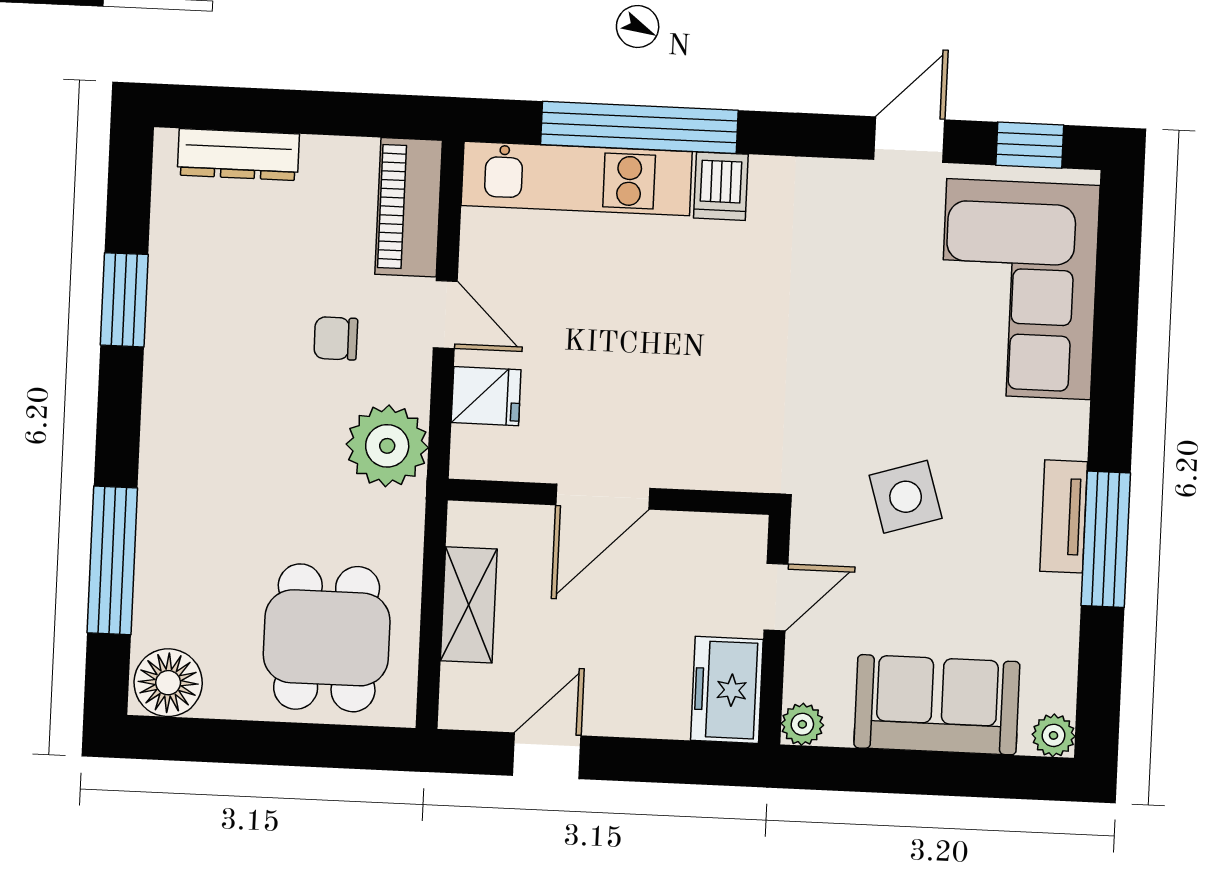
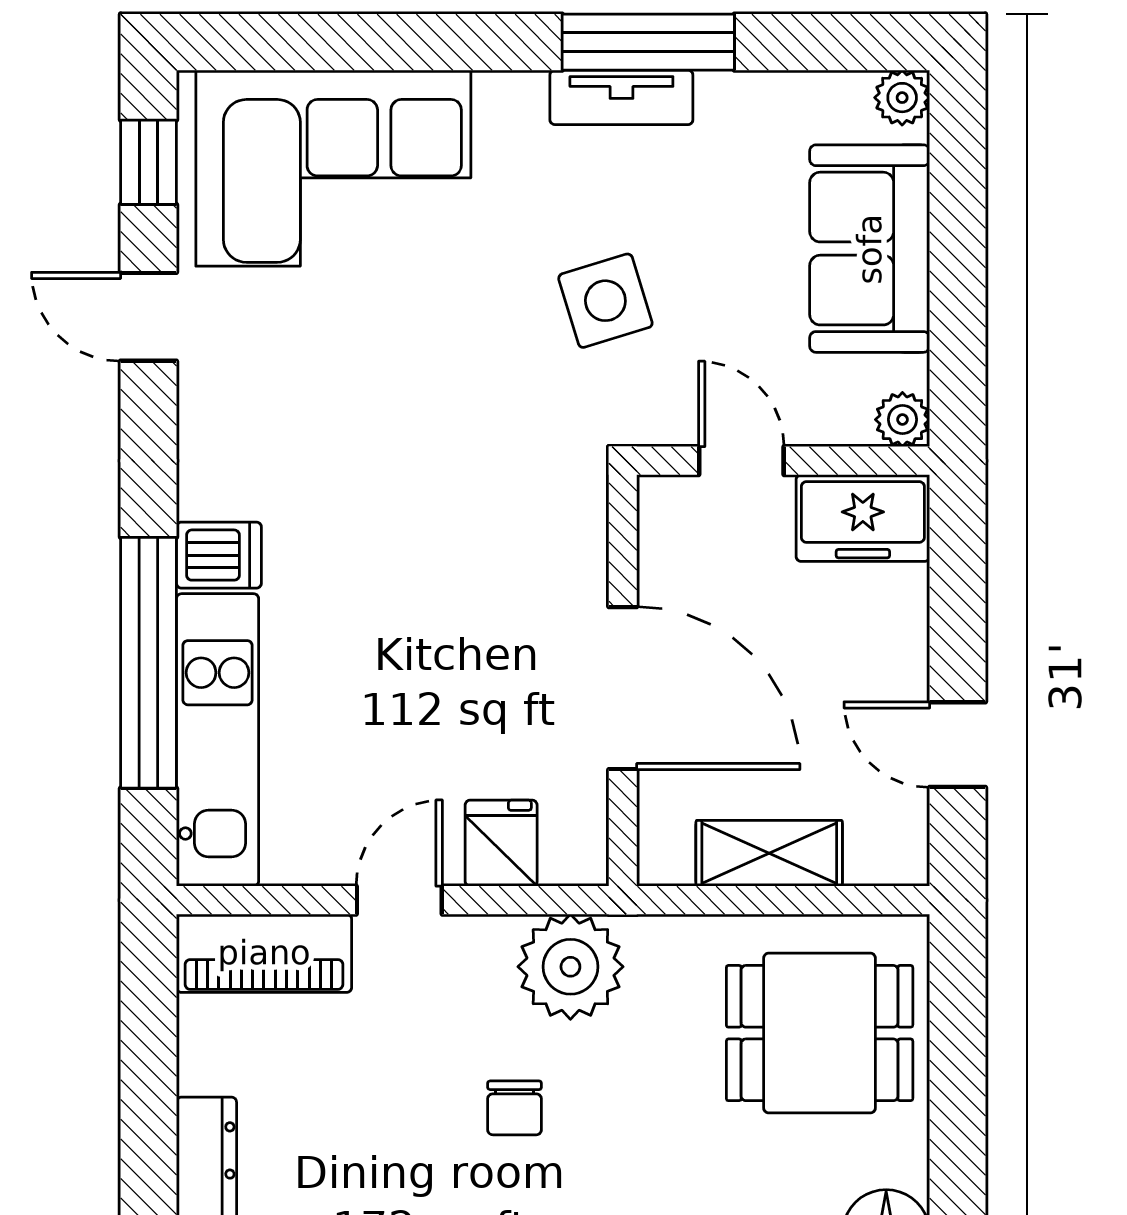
chair: (336, 338) -> (515, 1108), moved
door: (603, 497) -> (623, 688), width x1.36

